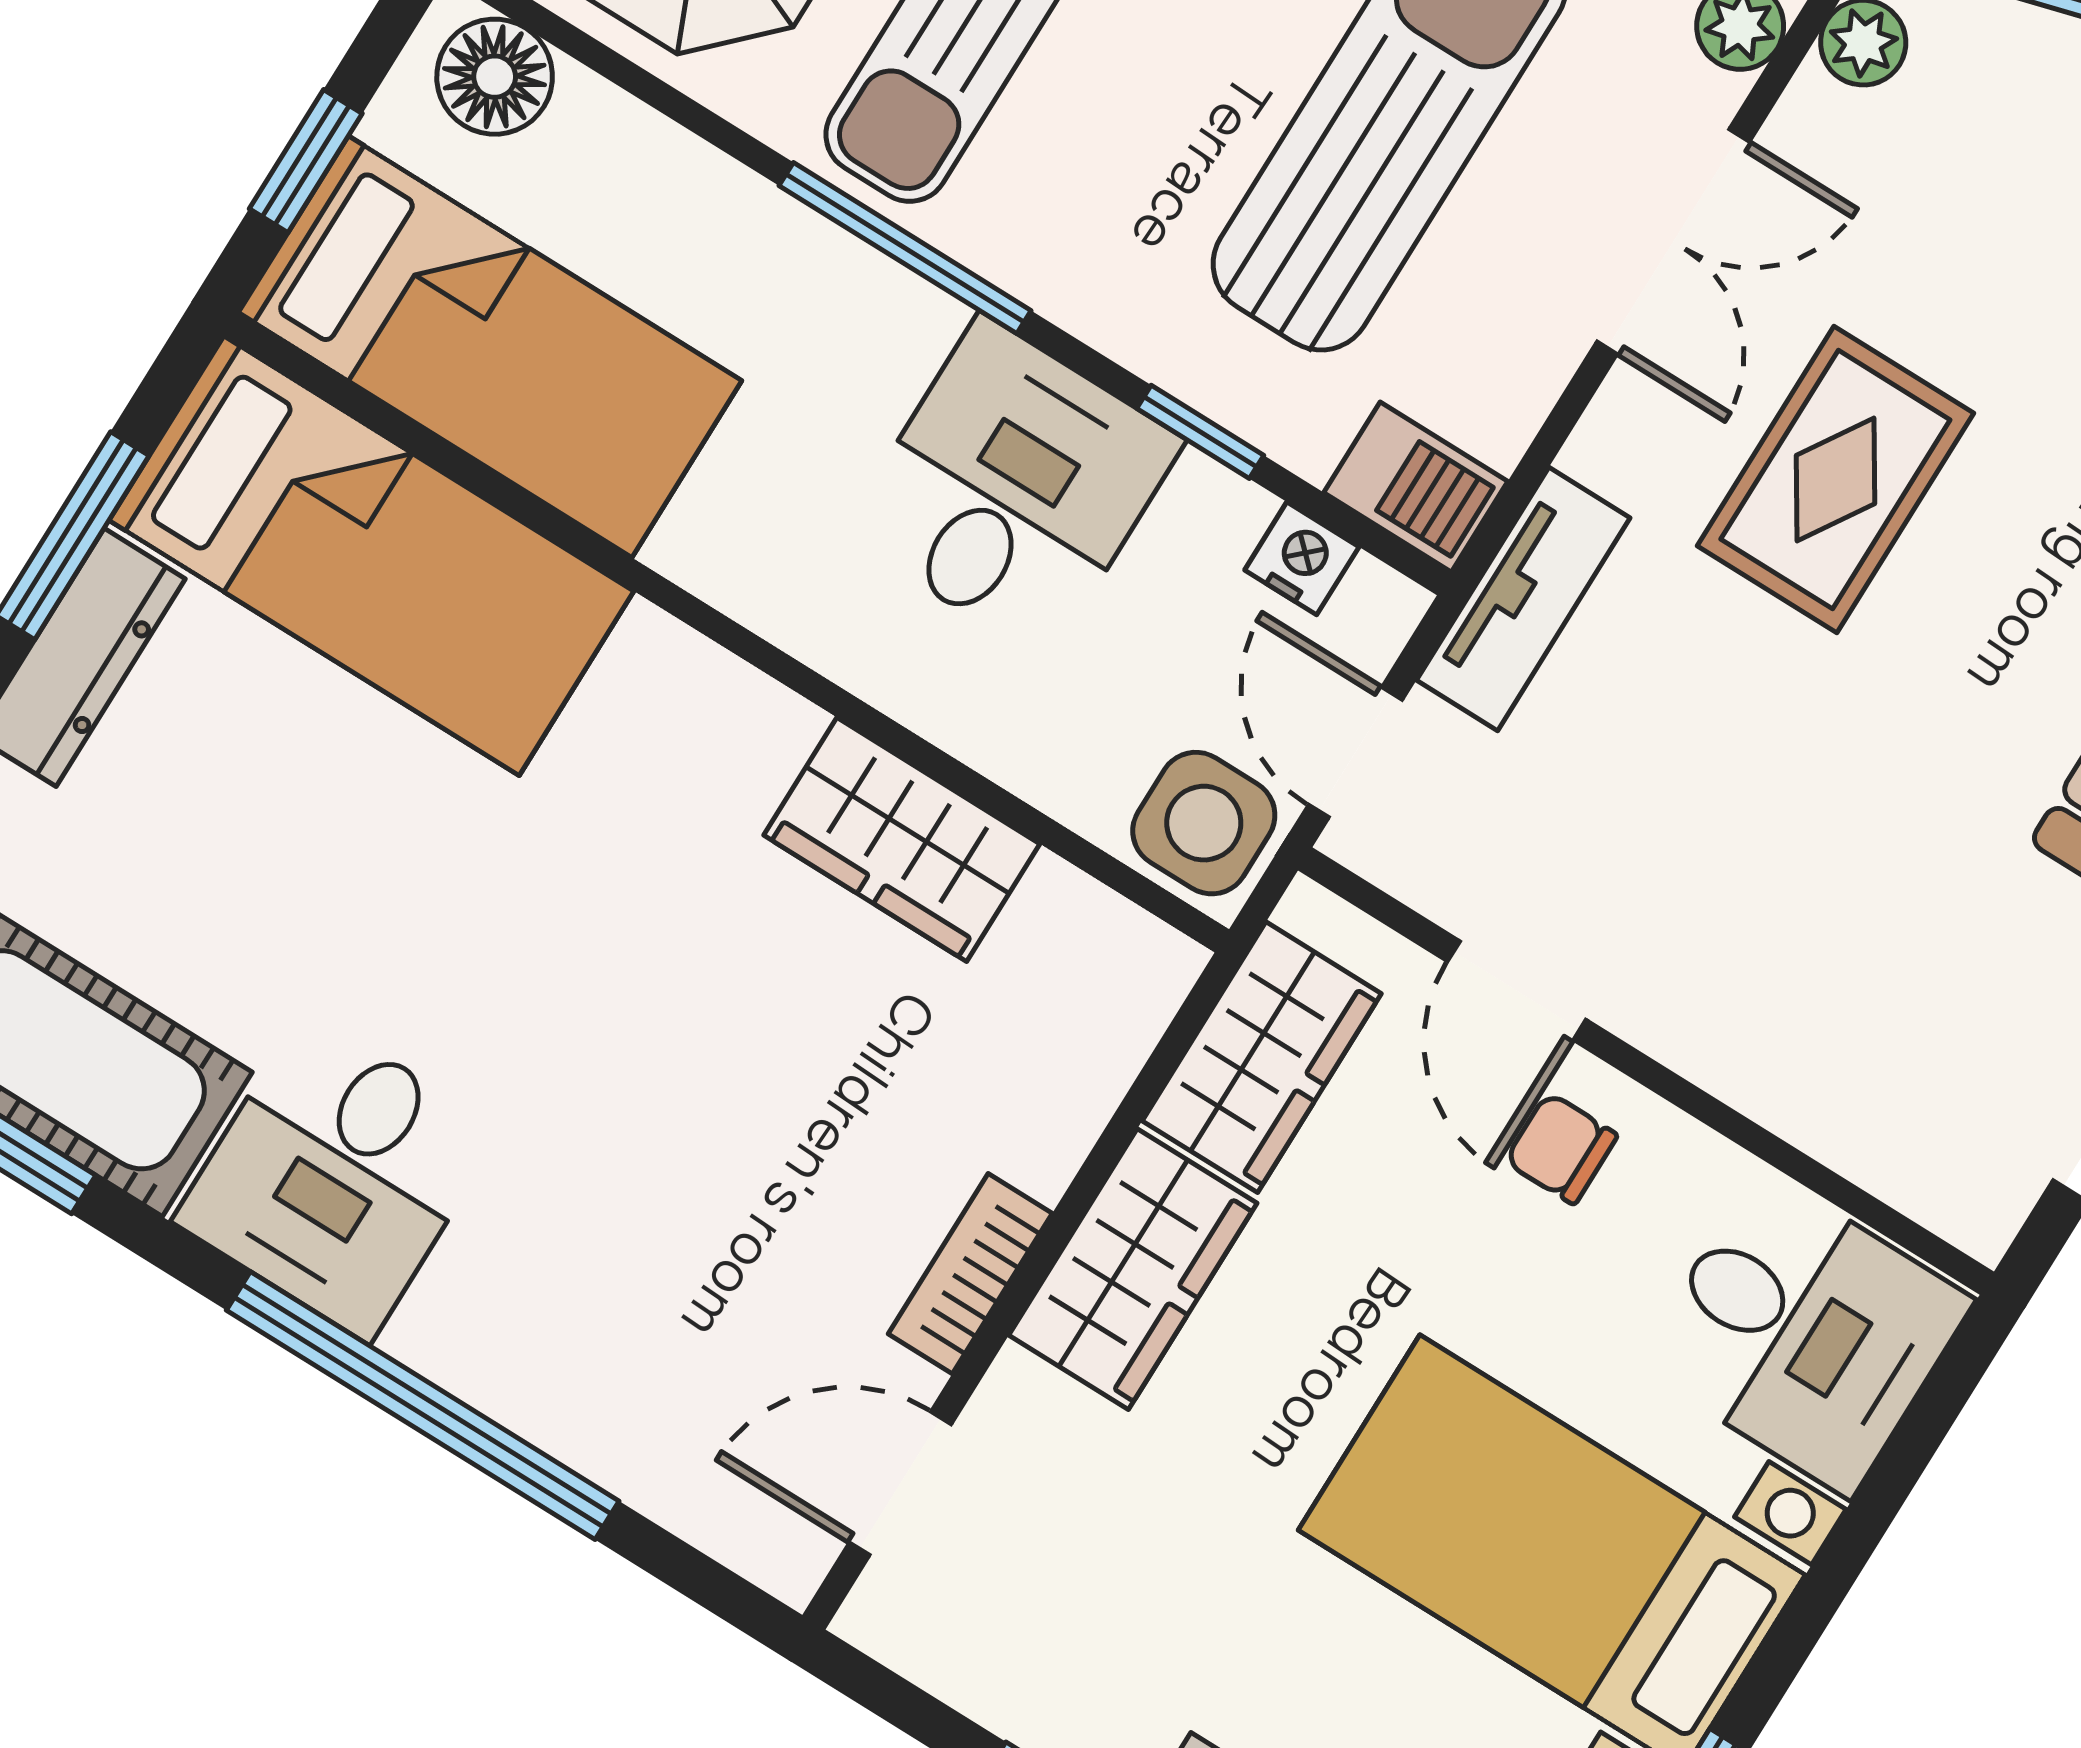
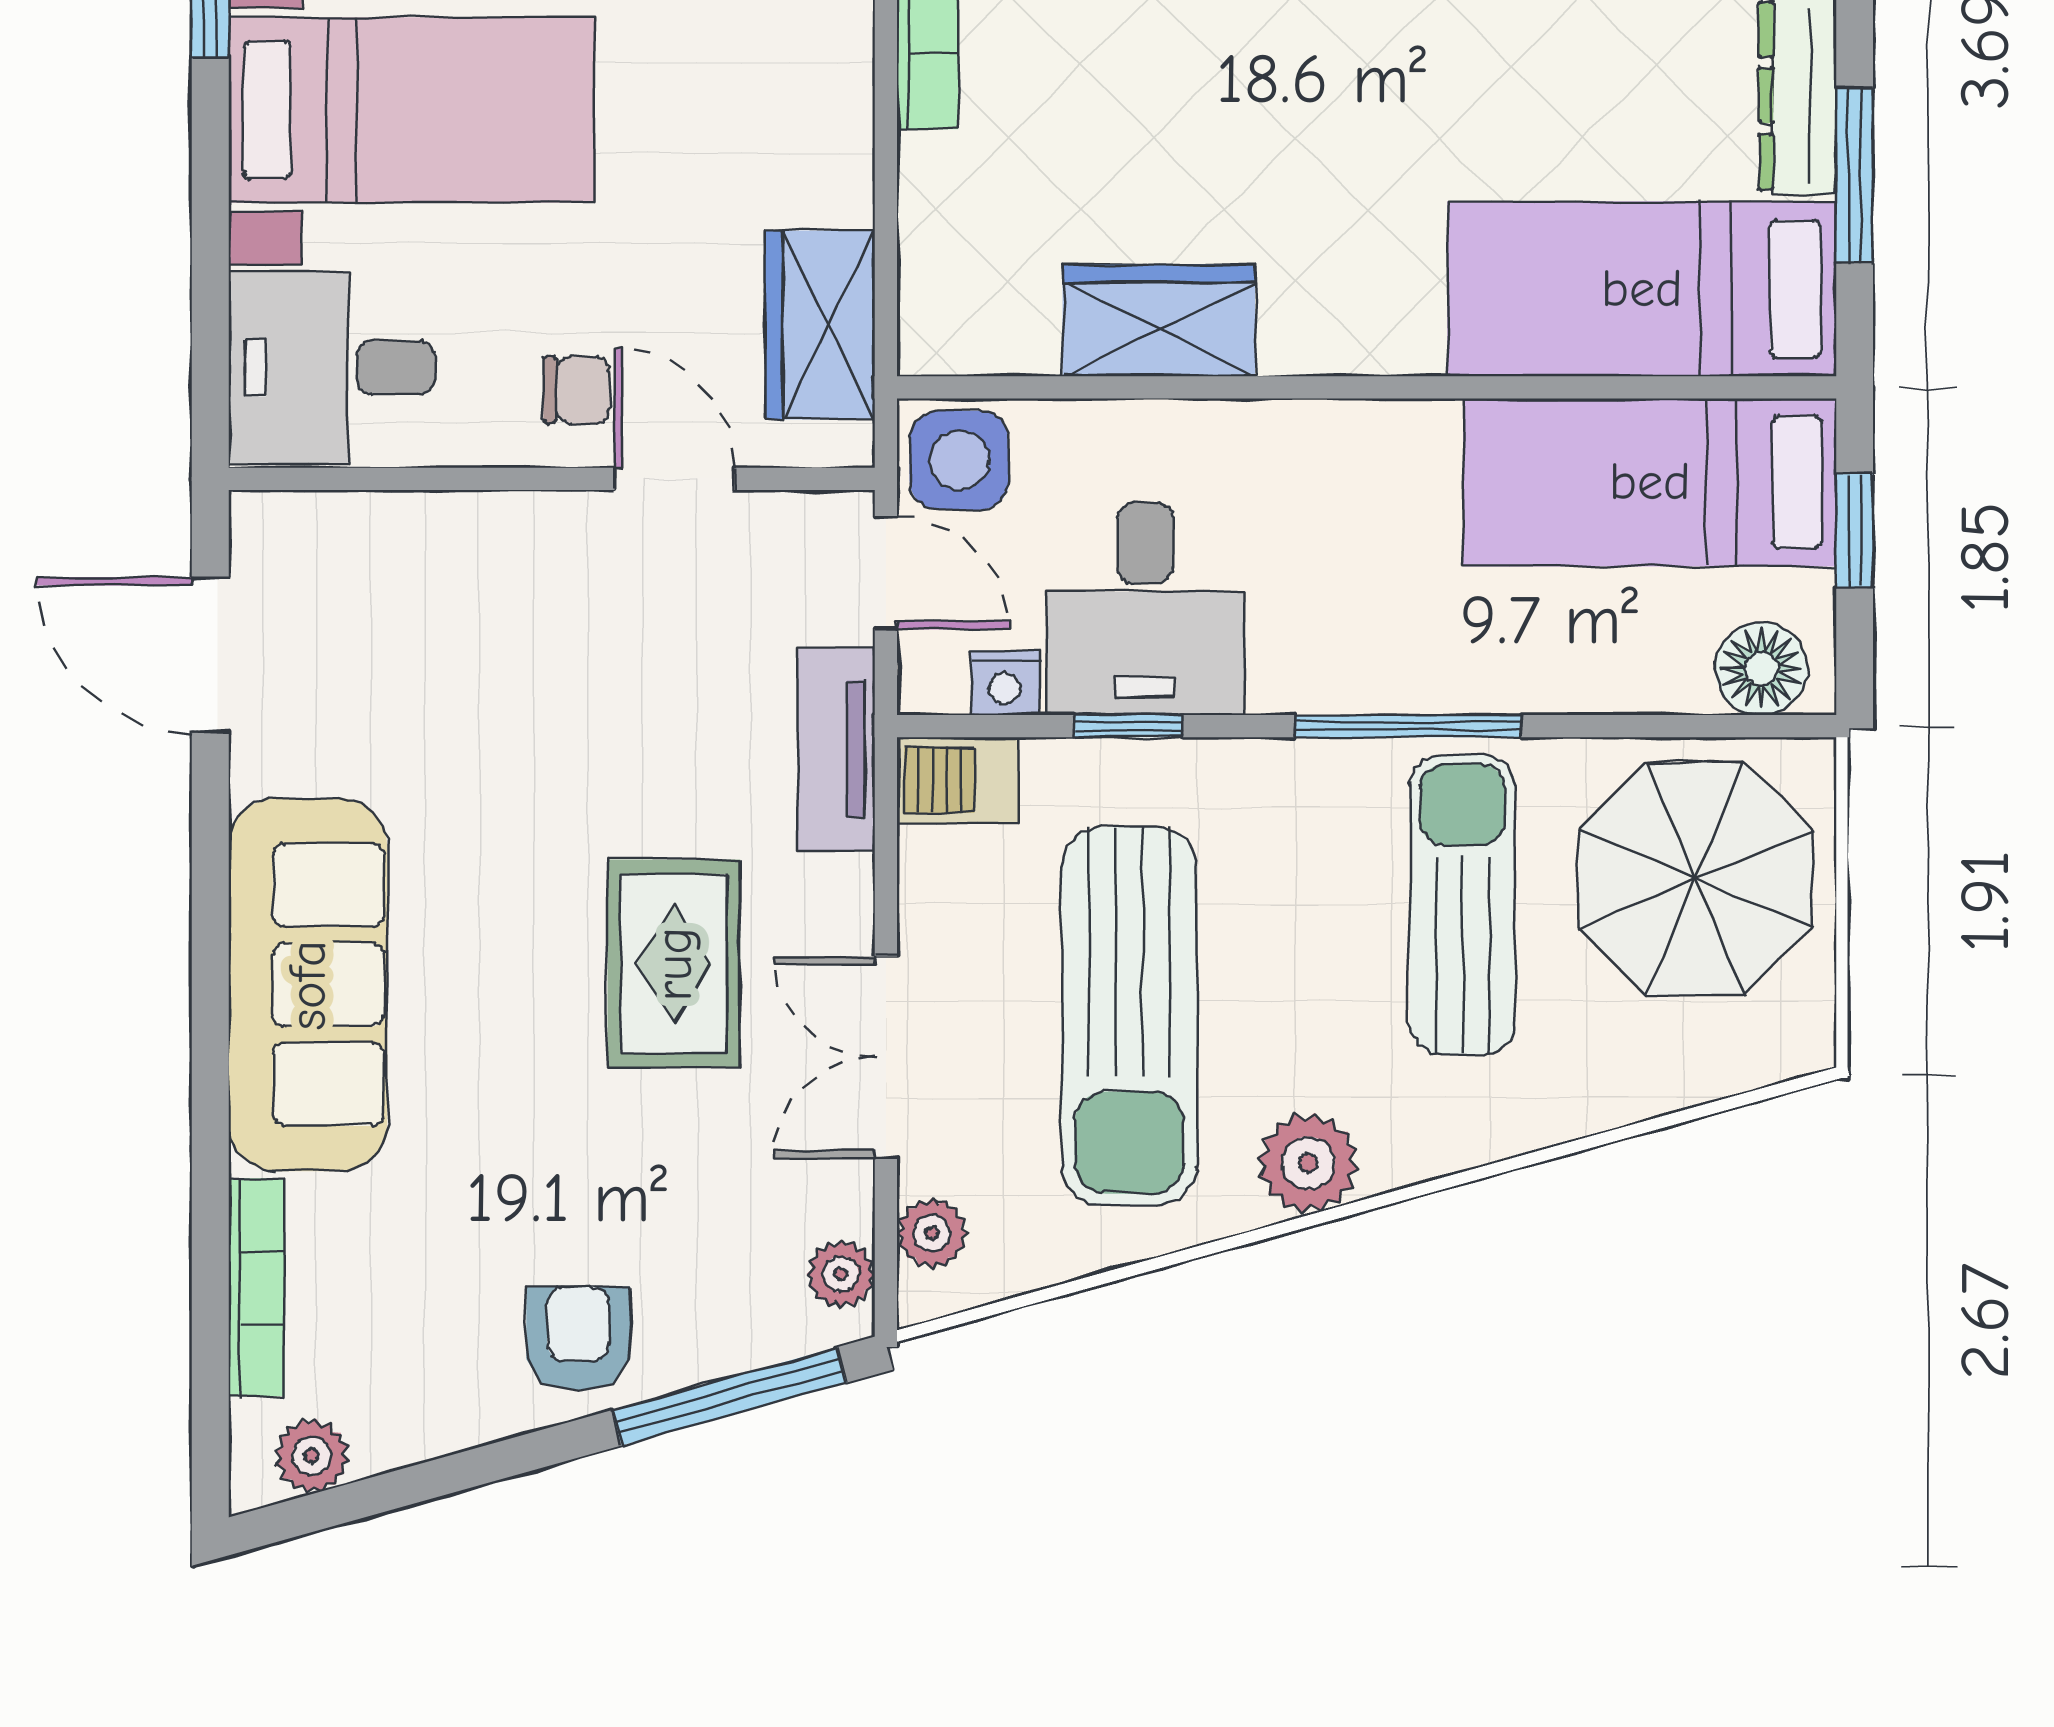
desk: (1013, 487) -> (1145, 609), moved
wardrobe: (1133, 1269) -> (818, 125), removed

